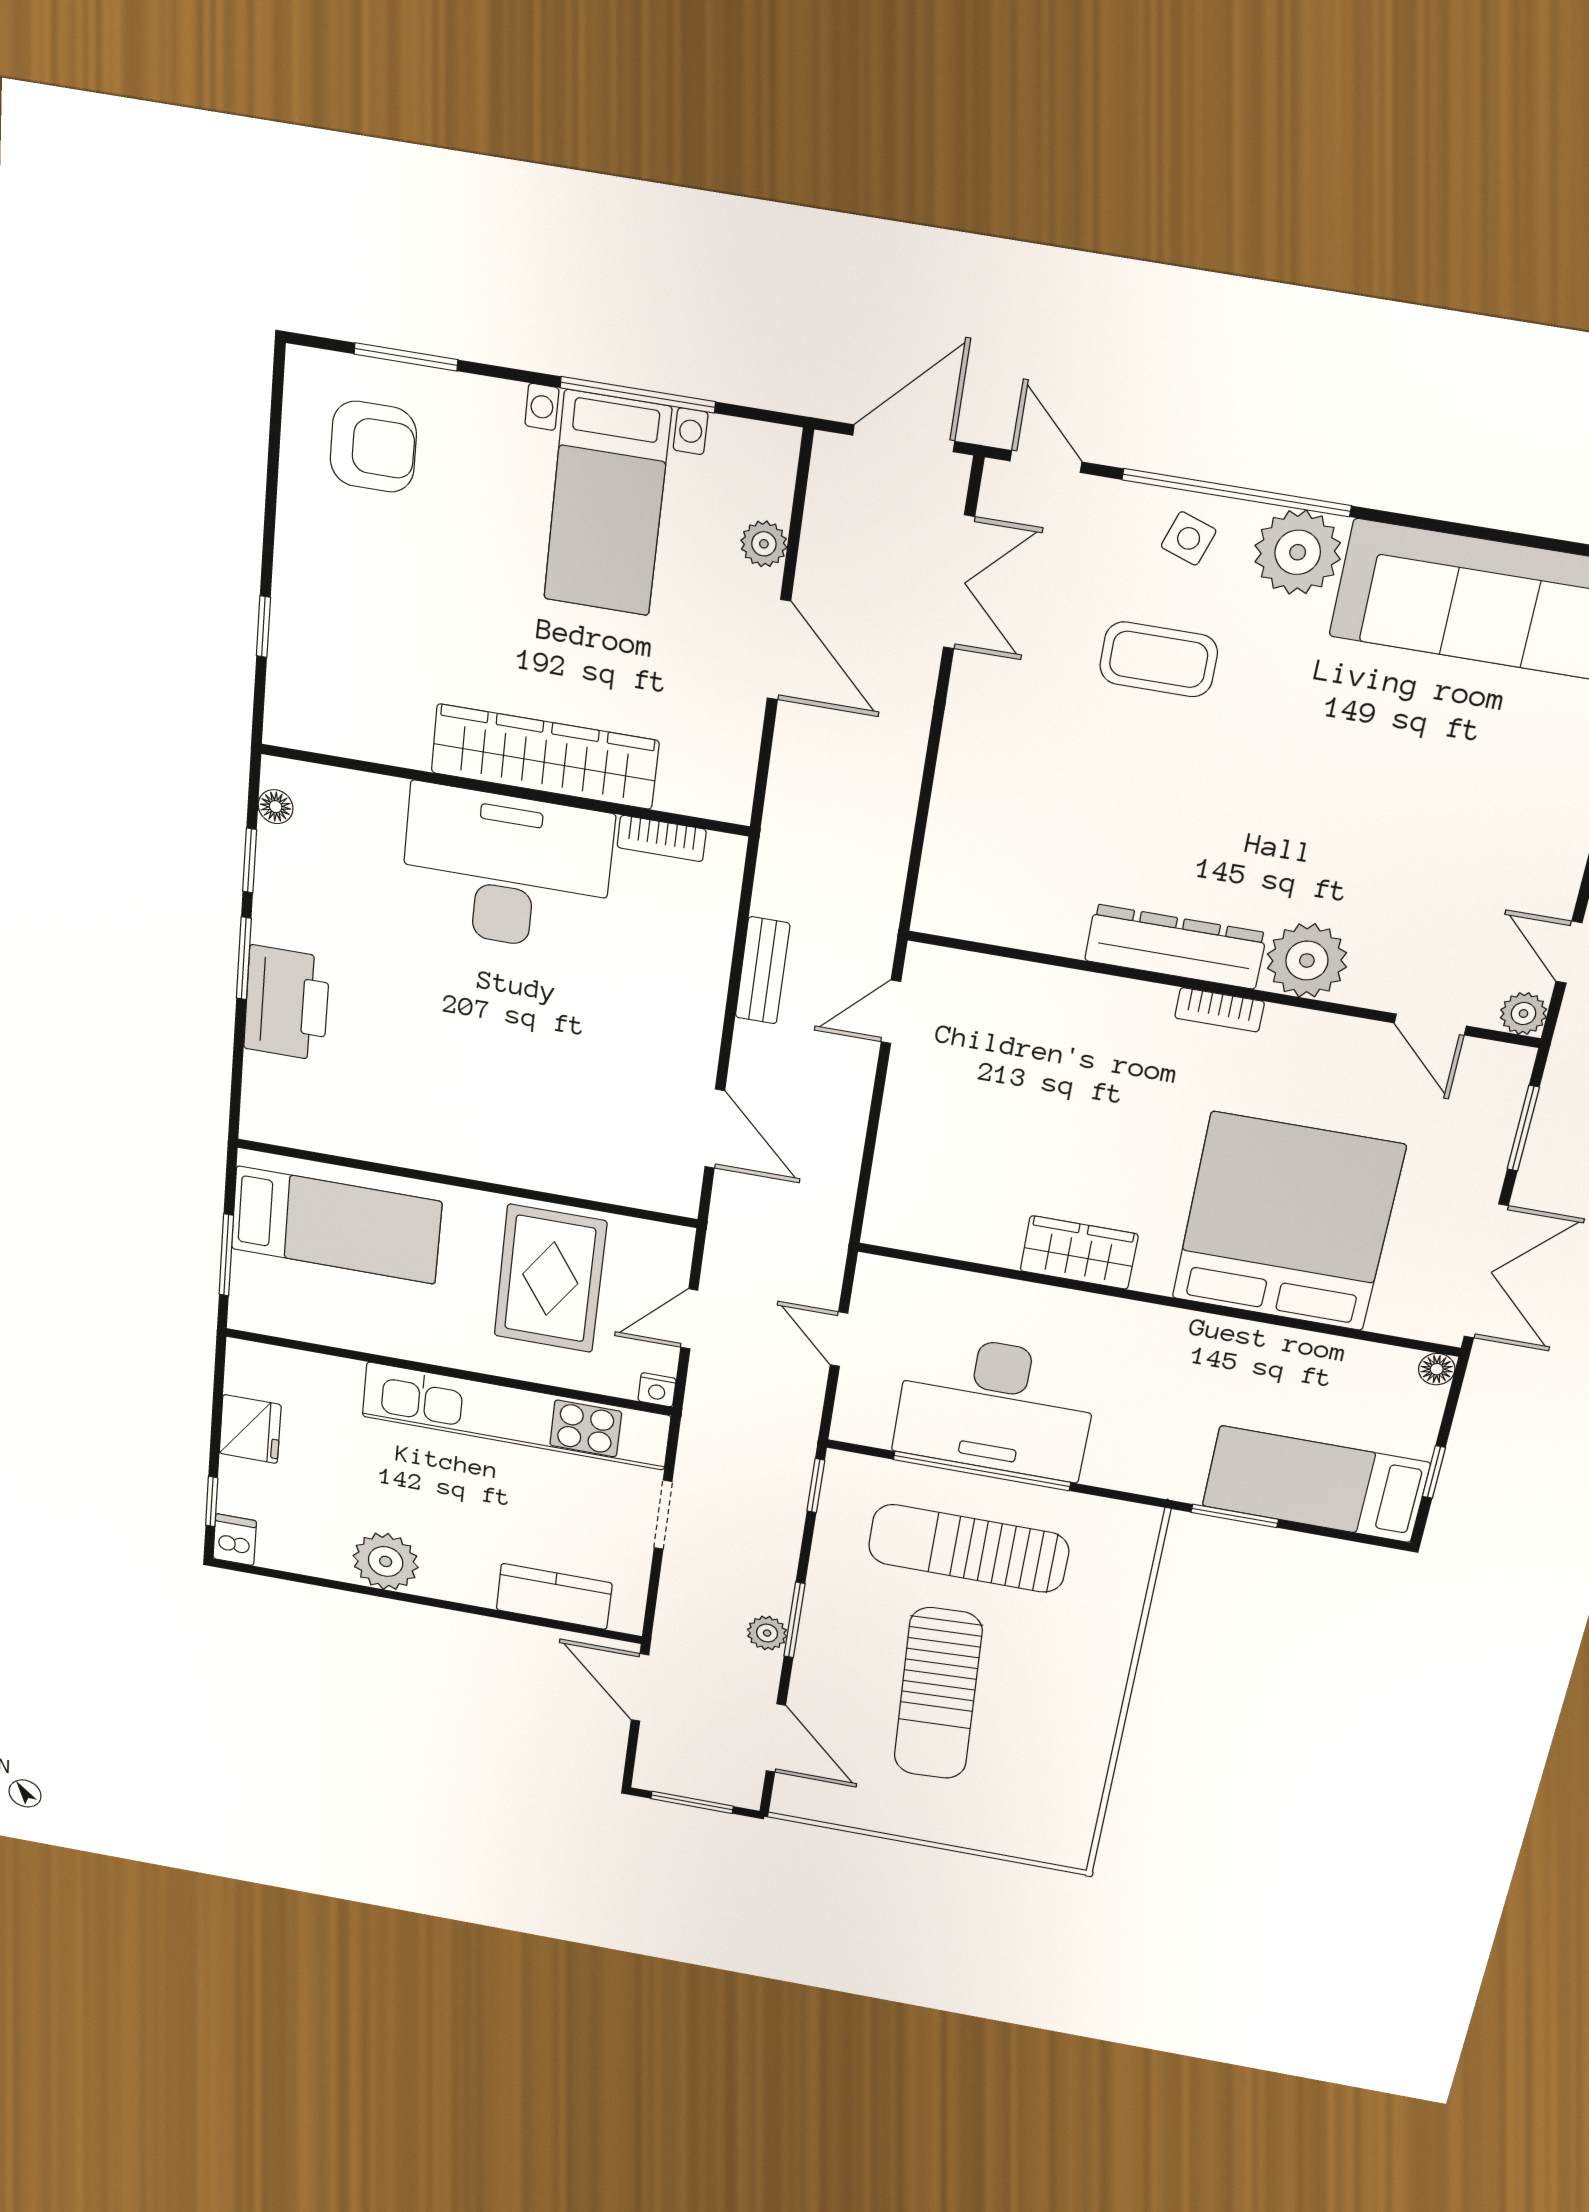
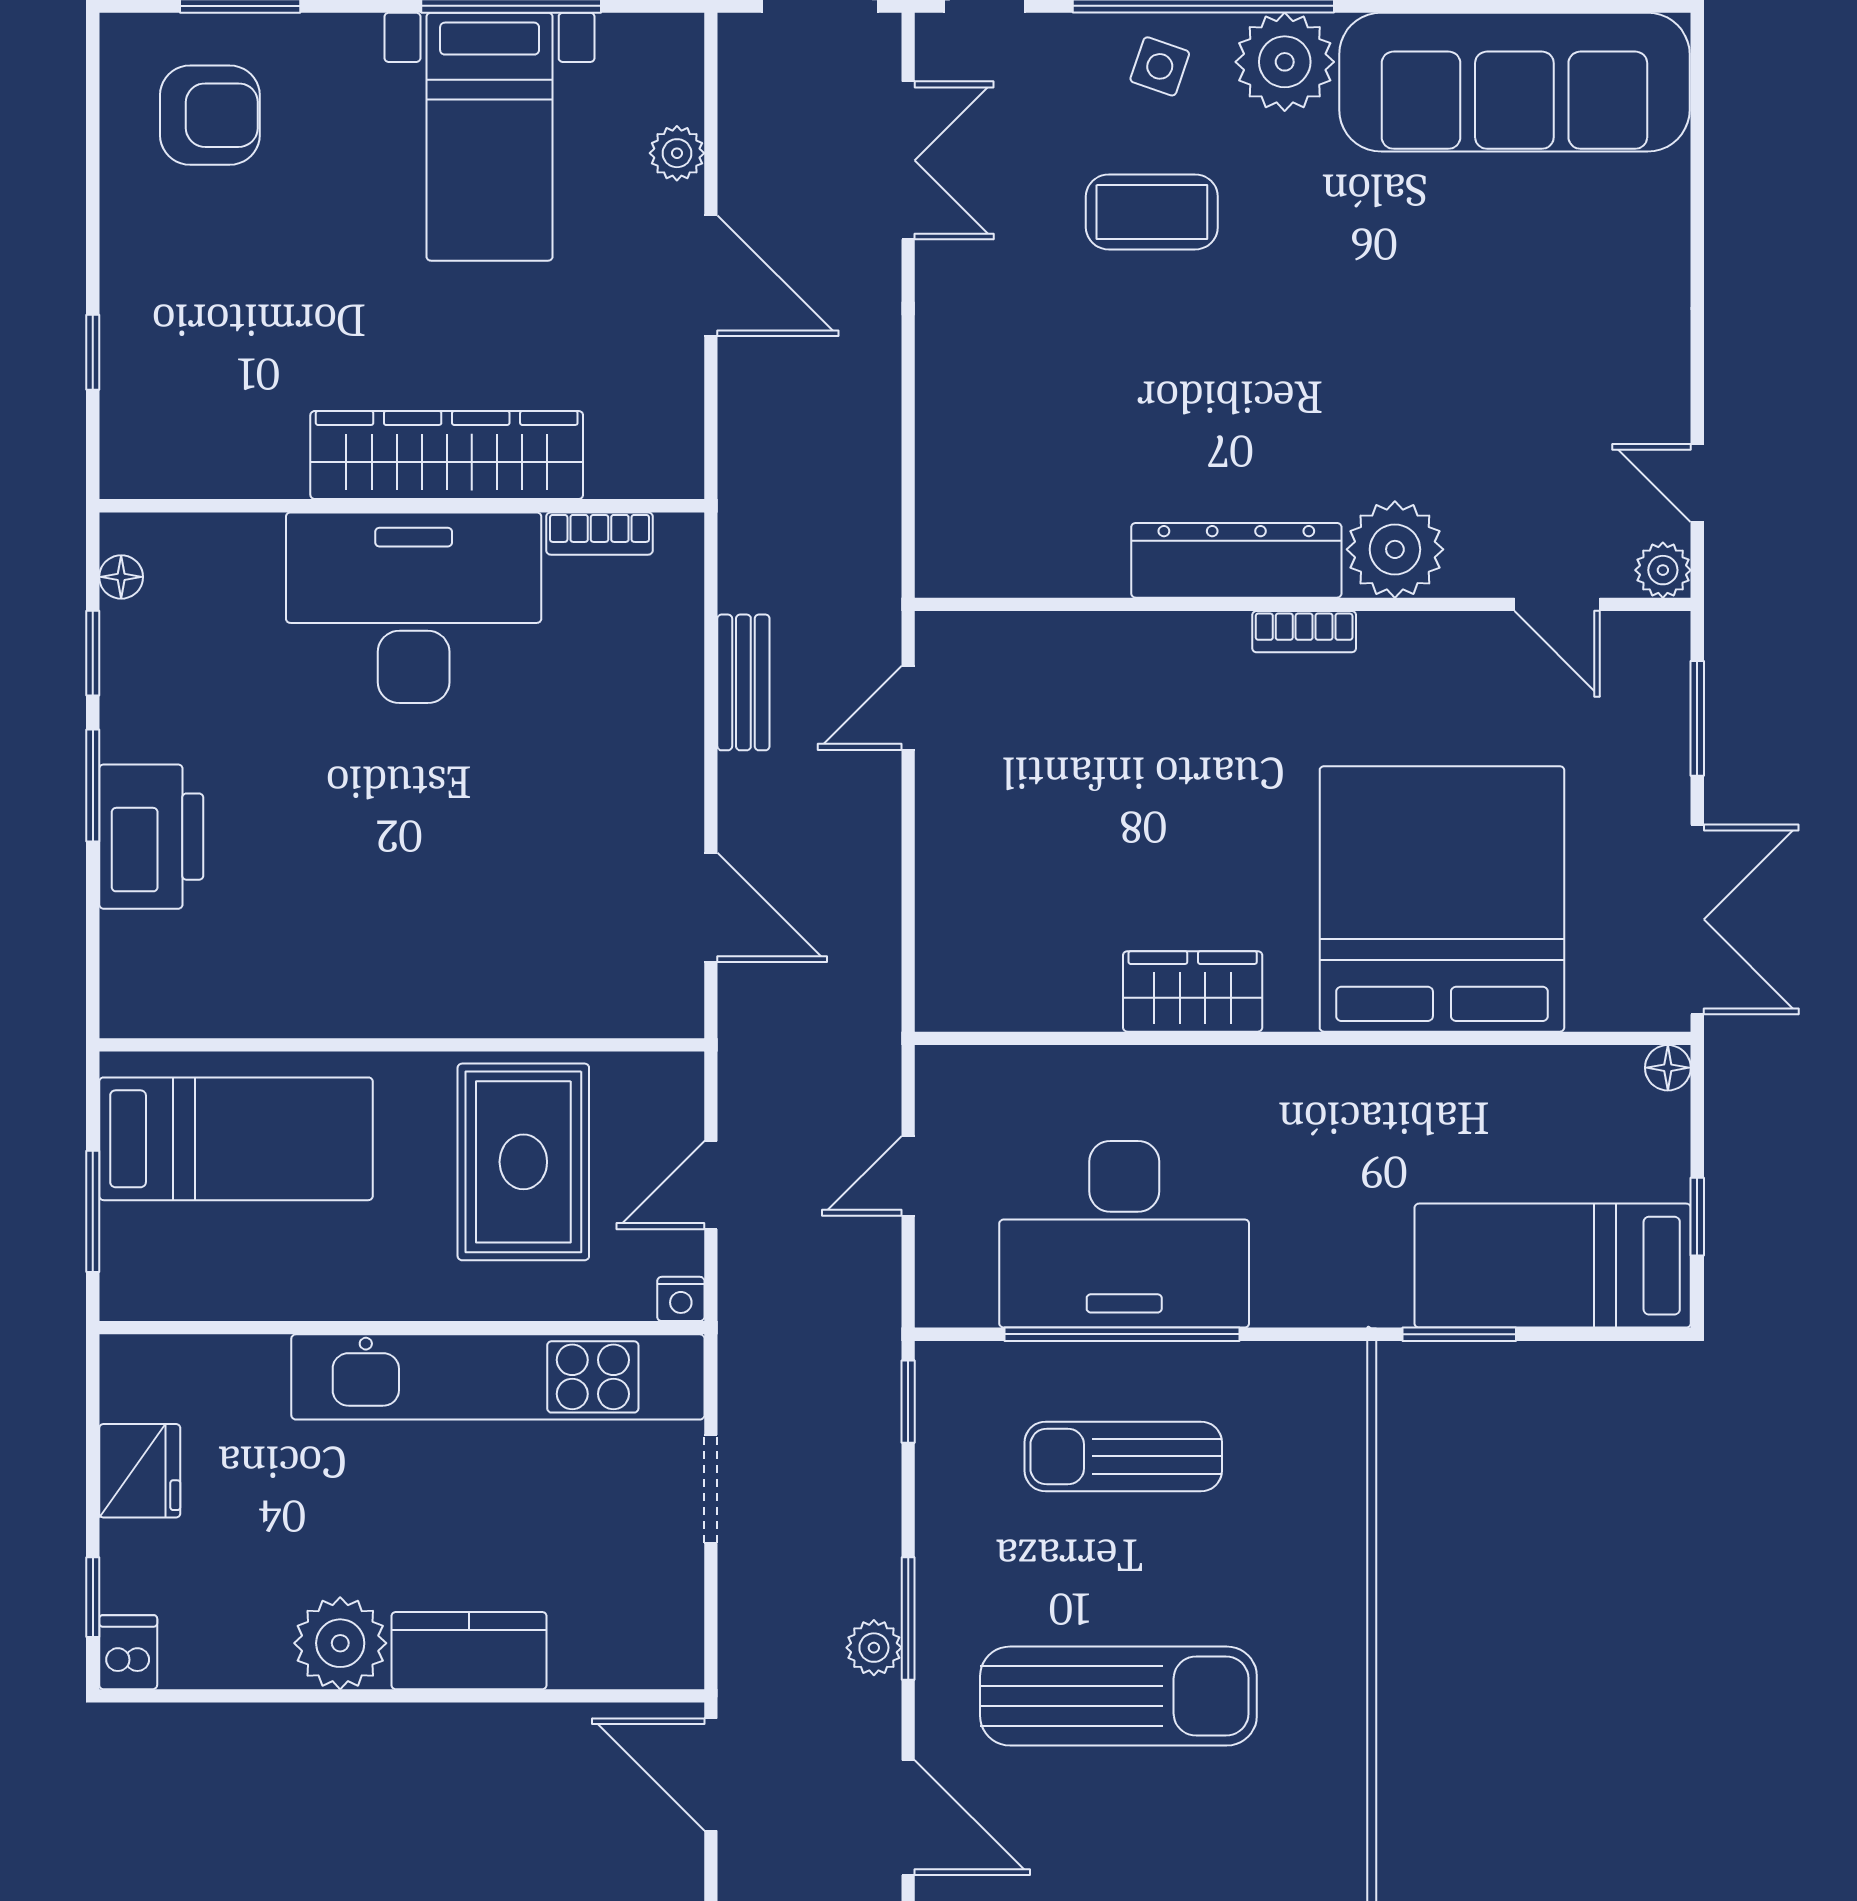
door: (839, 1339) -> (908, 1176), hinge flipped
sun lounger: (969, 1548) -> (1123, 1456), width x0.73, depth x0.75
kitchen counter: (554, 1596) -> (469, 1651), moved
sun lounger: (938, 1694) -> (1118, 1696), turned -87

